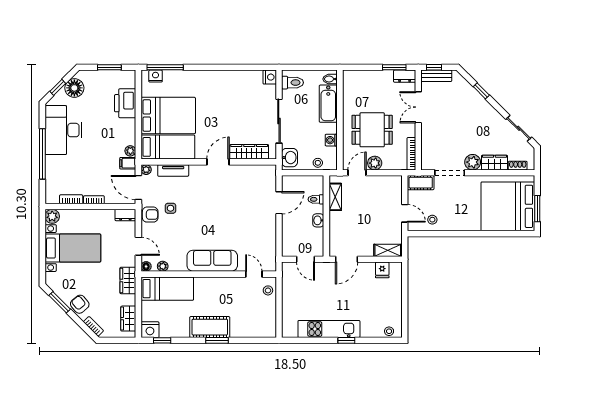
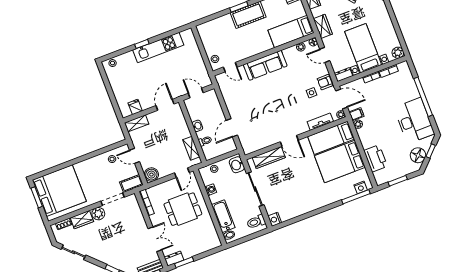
door: (218, 162) -> (289, 141), hinge flipped
plant: (375, 163) -> (171, 185), removed
boiler: (393, 184) -> (151, 175), added
bed with nightstands: (73, 248) -> (363, 48), moved, turned 90

